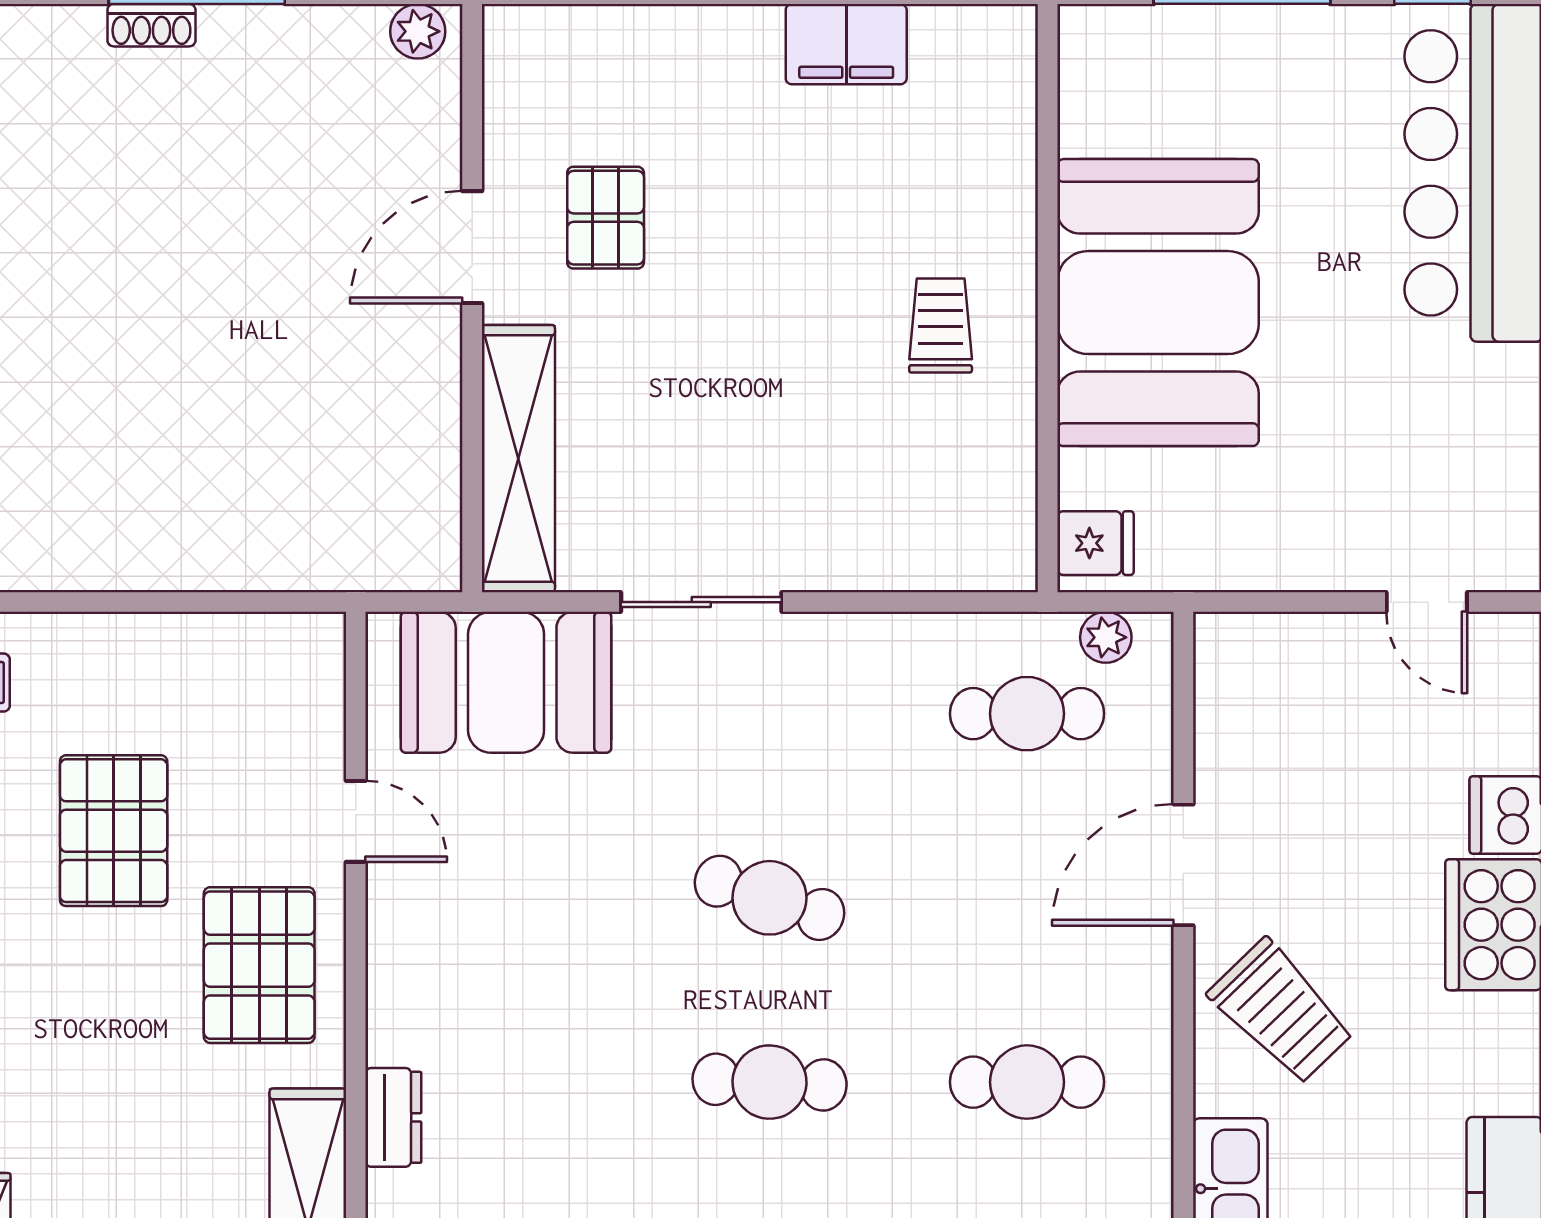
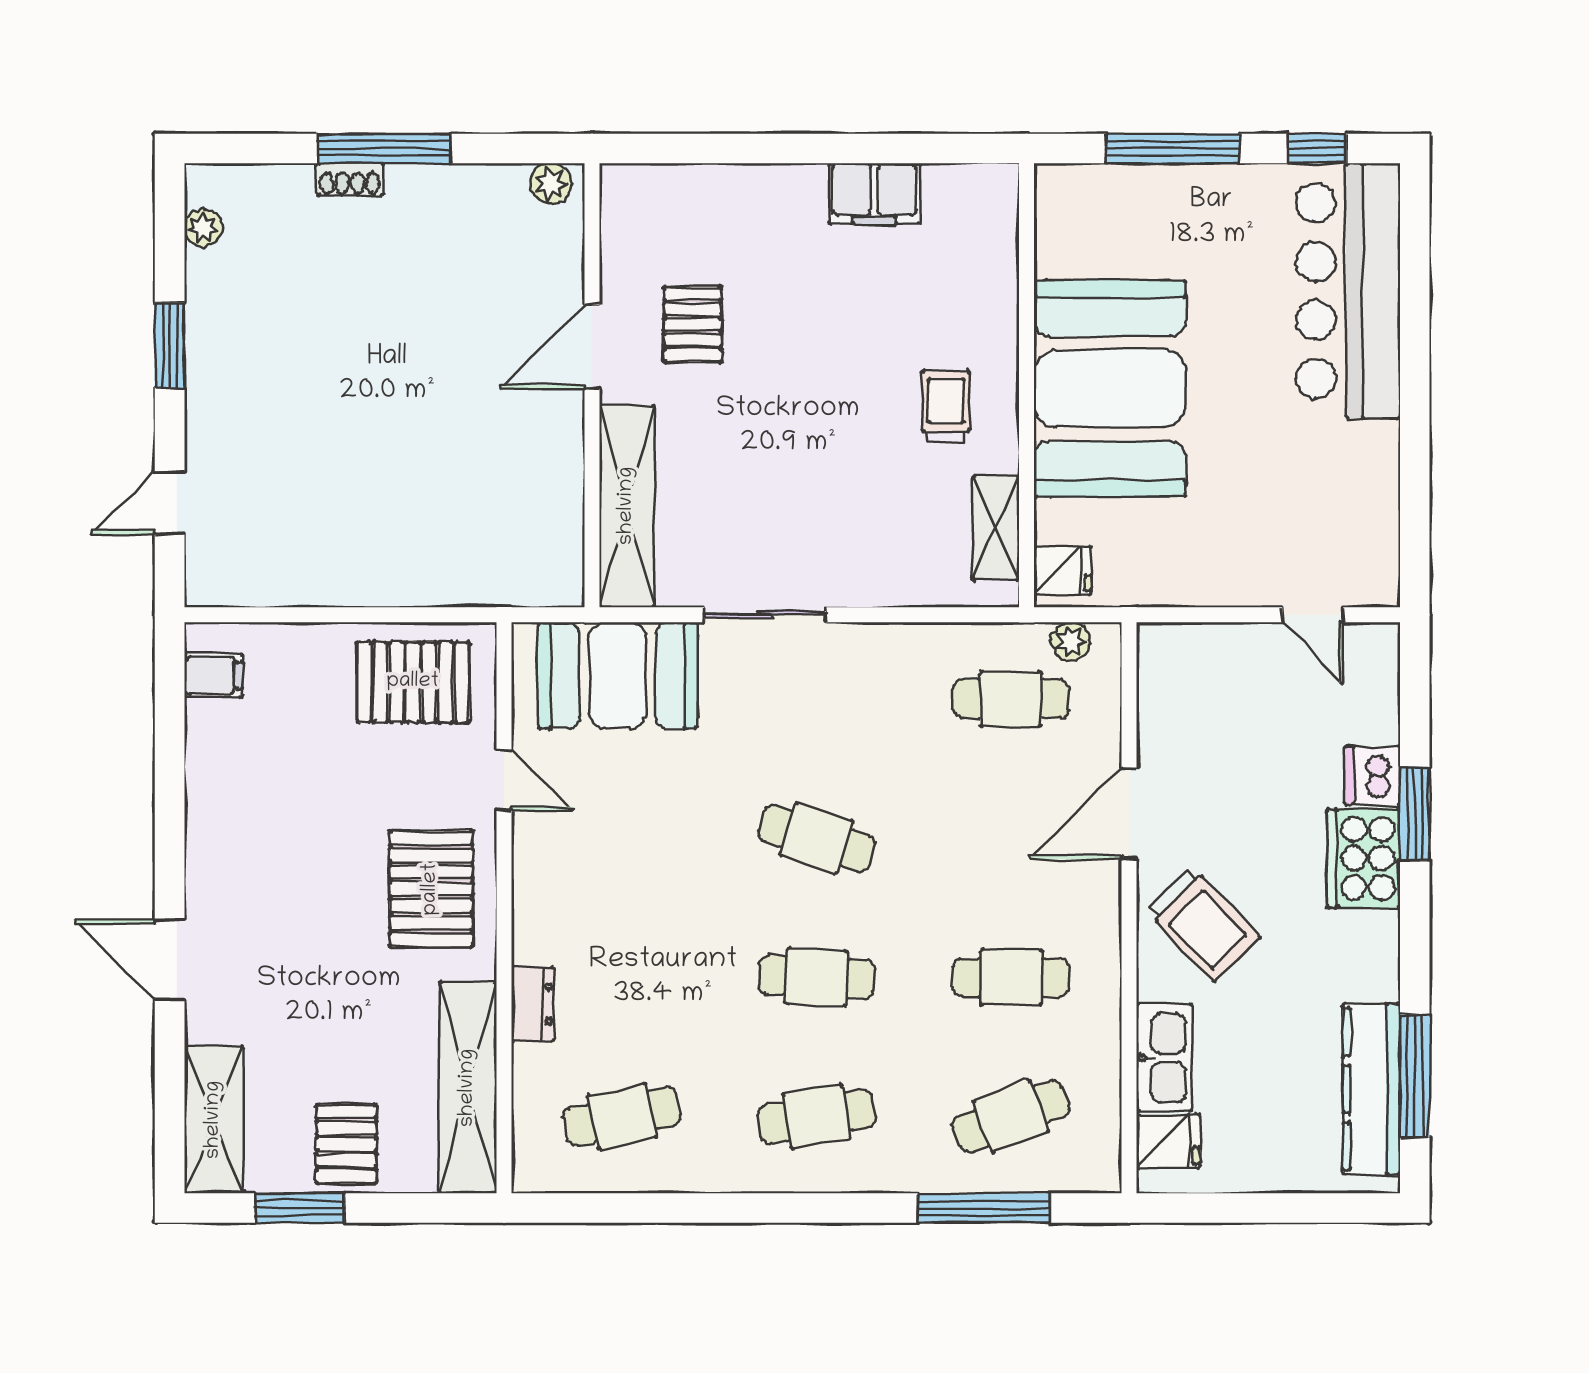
shelving: (1007, 487) -> (996, 528), added
pallet: (114, 831) -> (413, 682), moved, turned 90

